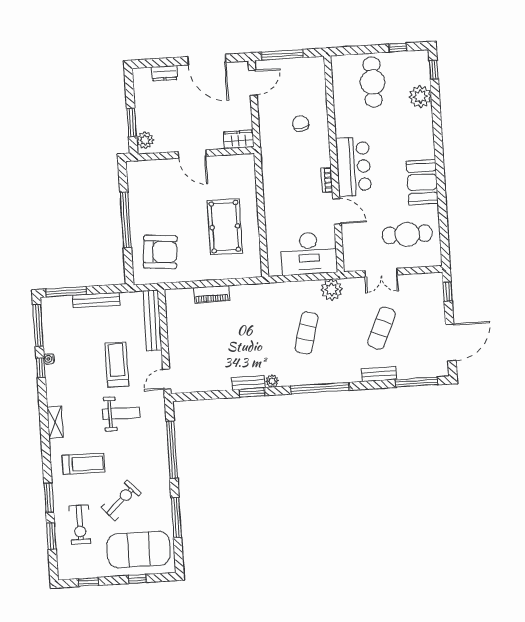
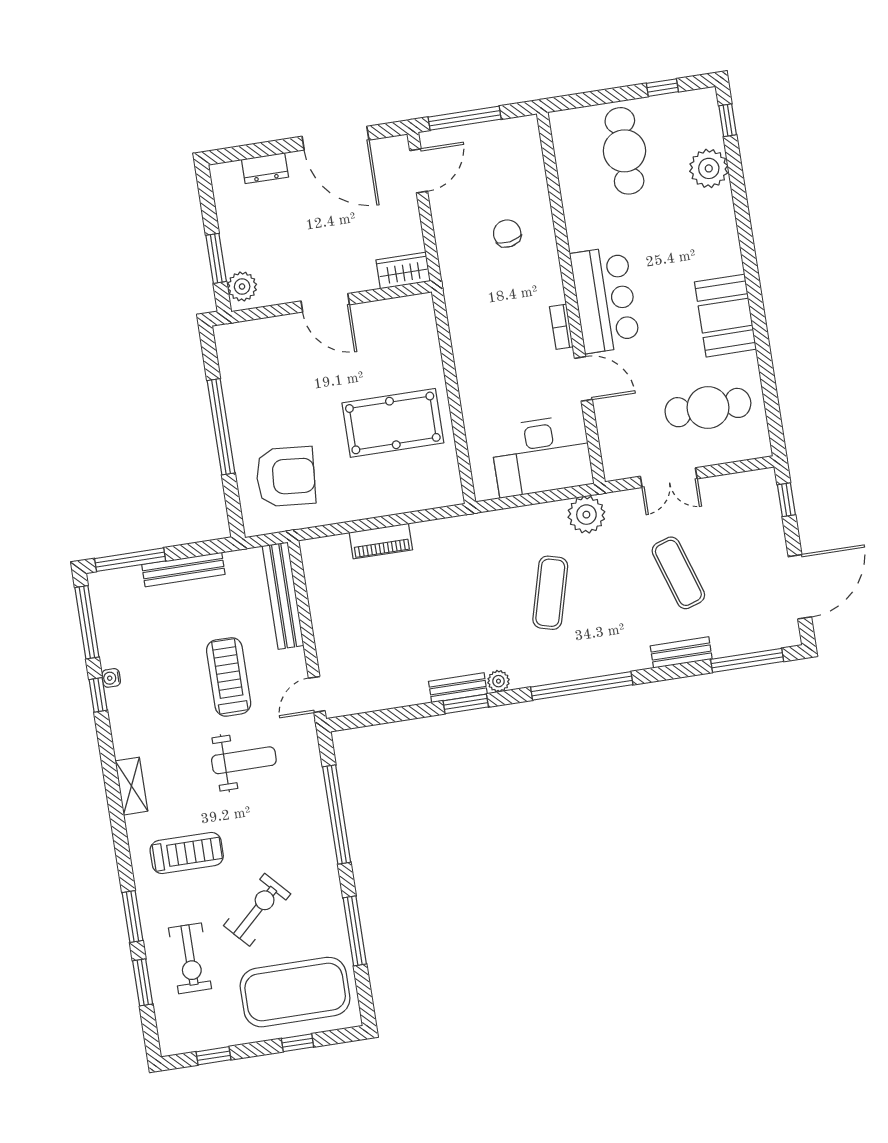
pool table: (225, 227) -> (393, 423), turned 90
exercise mat: (382, 328) -> (678, 573), turned -42

